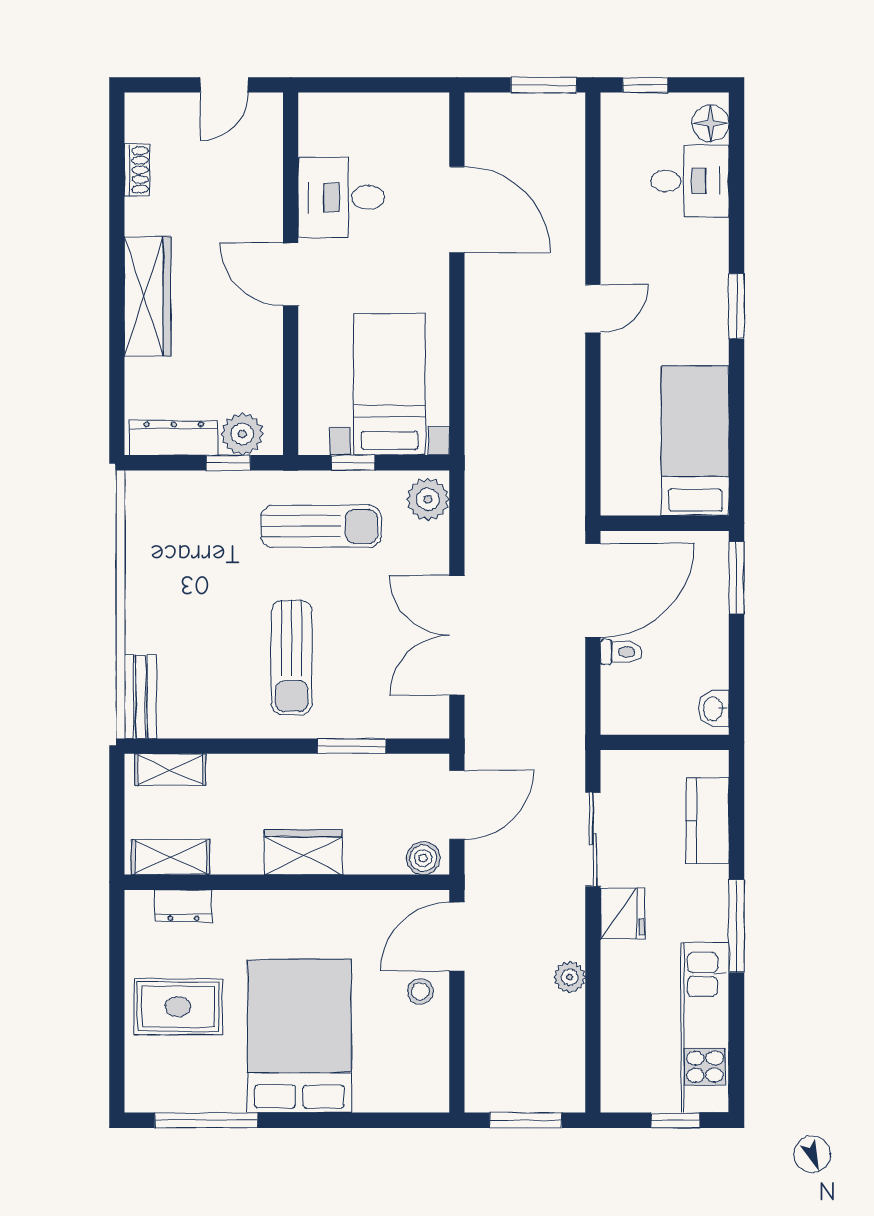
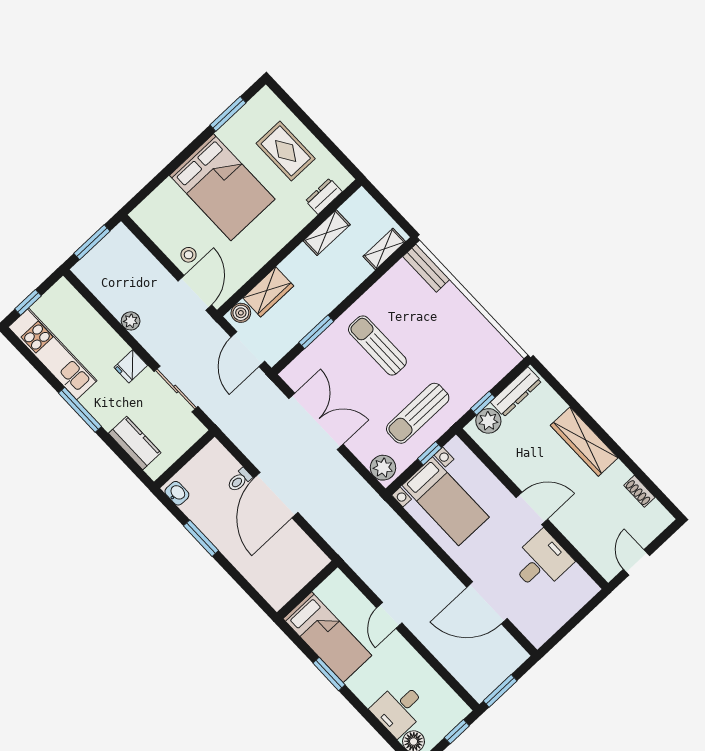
bed: (695, 441) -> (327, 637), moved
wall: (665, 523) -> (307, 590), moved
window: (737, 578) -> (201, 538), moved
wardrobe: (303, 852) -> (268, 292), moved
shelving: (171, 857) -> (327, 233), moved
fridge: (623, 913) -> (131, 366), width x0.72
rug: (178, 1007) -> (286, 151), turned 90
window: (206, 1120) -> (228, 114), width x0.69

